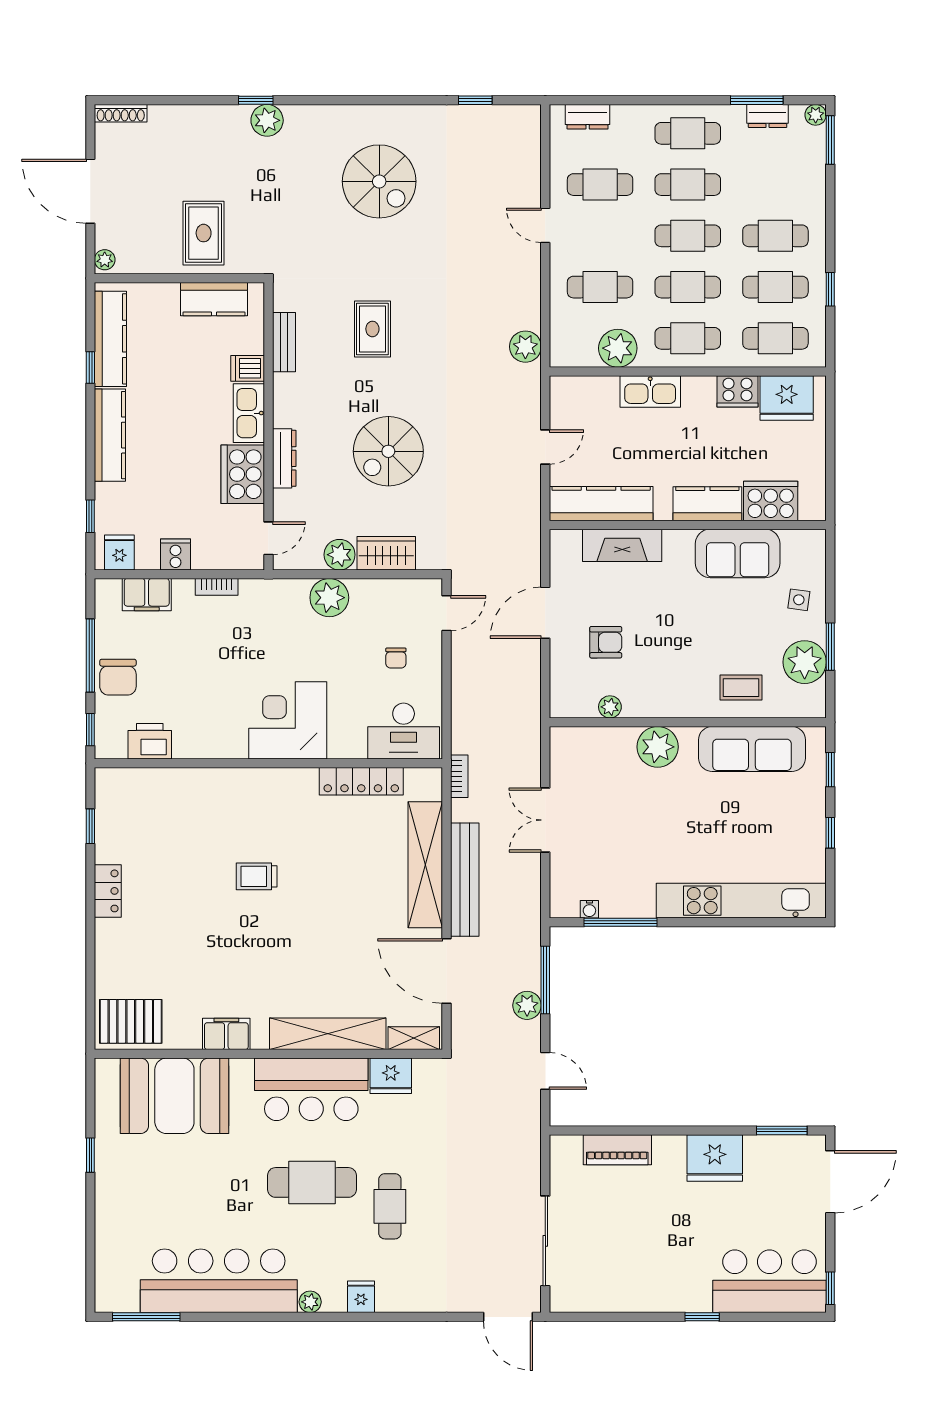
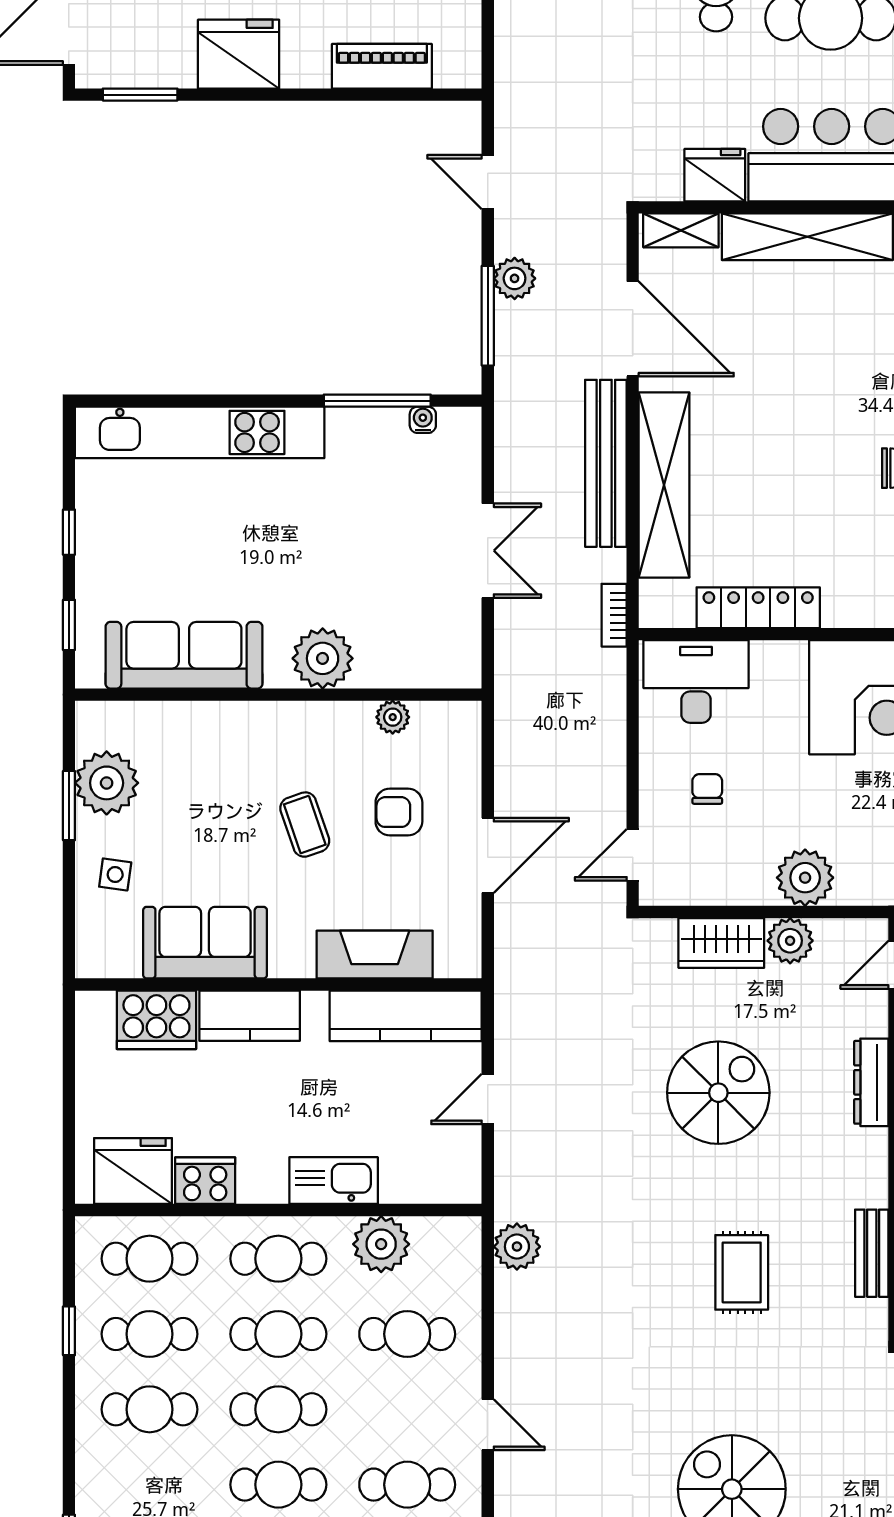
coffee table: (741, 688) -> (305, 825), moved, turned 71

